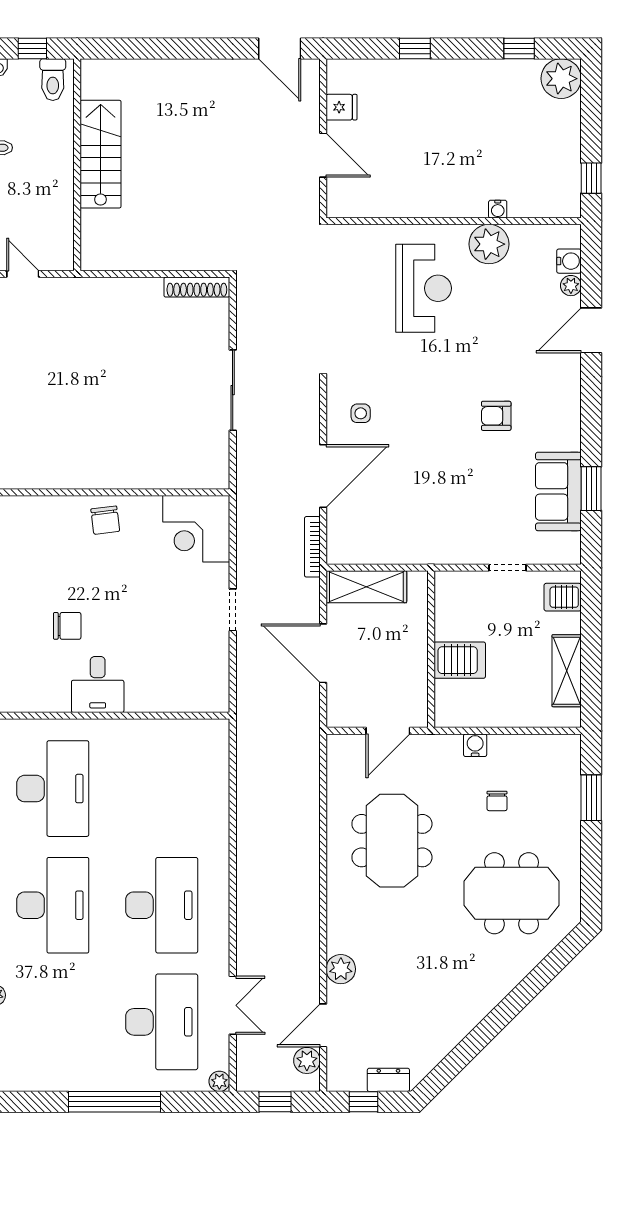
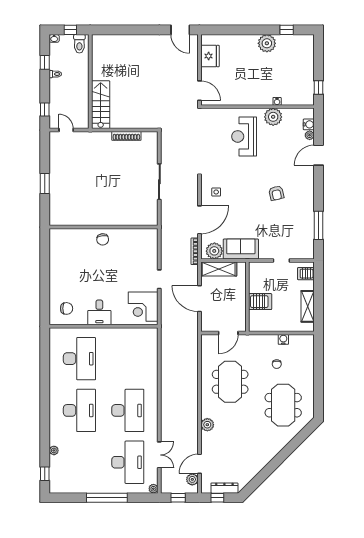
window: (415, 48) -> (240, 30), removed
plant: (561, 79) -> (267, 43), moved
fridge: (342, 107) -> (210, 56), width x1.88, depth x1.34
stairs: (101, 154) -> (101, 105), moved
door: (323, 155) -> (199, 91), moved
shoe rack: (197, 287) -> (126, 136), moved
reception desk: (424, 288) -> (244, 136), turned 180
armchair: (496, 416) -> (276, 193), turned -103
window: (591, 489) -> (319, 225), width x1.44
sofa: (558, 491) -> (241, 249), moved, turned 90
corner desk: (196, 529) -> (143, 307), moved
plant: (356, 546) -> (214, 251), added
chair: (67, 626) -> (67, 308), moved
water cooler: (475, 745) -> (283, 339), moved
window: (591, 798) -> (319, 363), removed
meeting table: (512, 893) -> (283, 405), turned 90
plant: (341, 969) -> (207, 425), moved
dresser: (388, 1080) -> (224, 488), width x1.44

